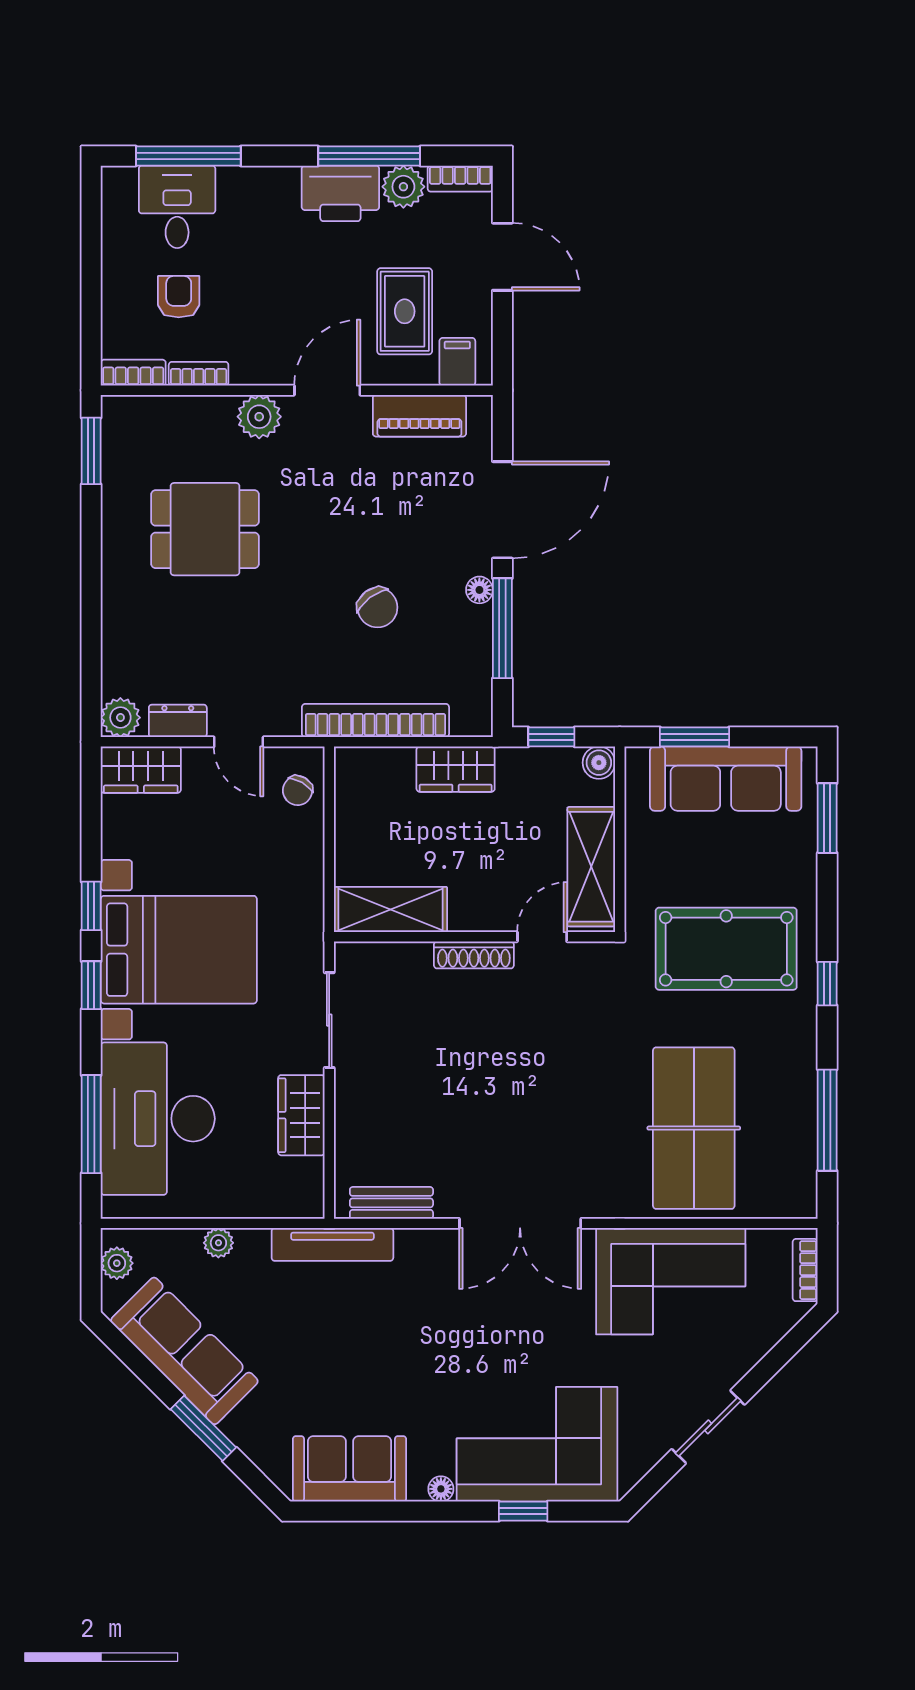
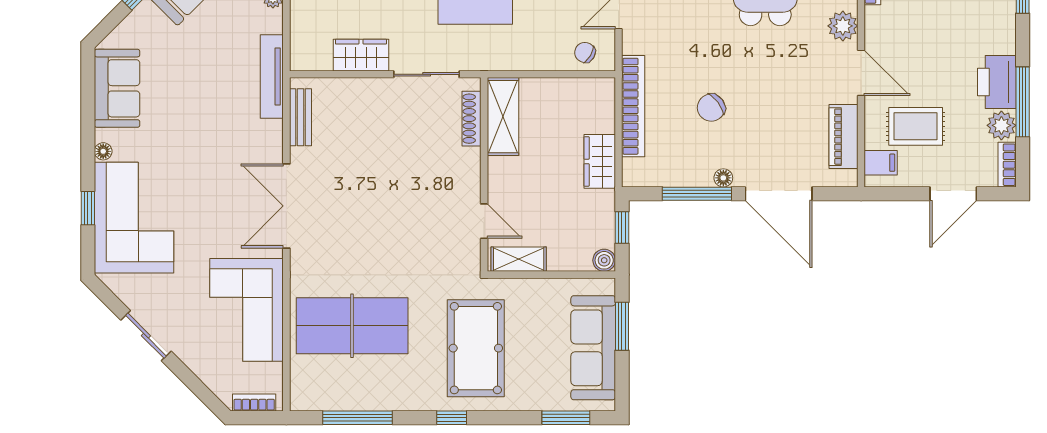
shelving: (591, 867) -> (519, 259), width x0.67, depth x0.75
shoe rack: (474, 955) -> (472, 119), moved

